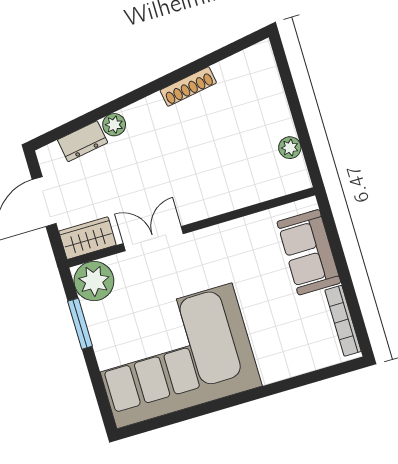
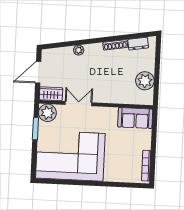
dresser: (83, 141) -> (138, 44), moved
plant: (290, 148) -> (145, 81), width x1.87, depth x1.87
sofa: (309, 252) -> (135, 118), moved, turned -90

